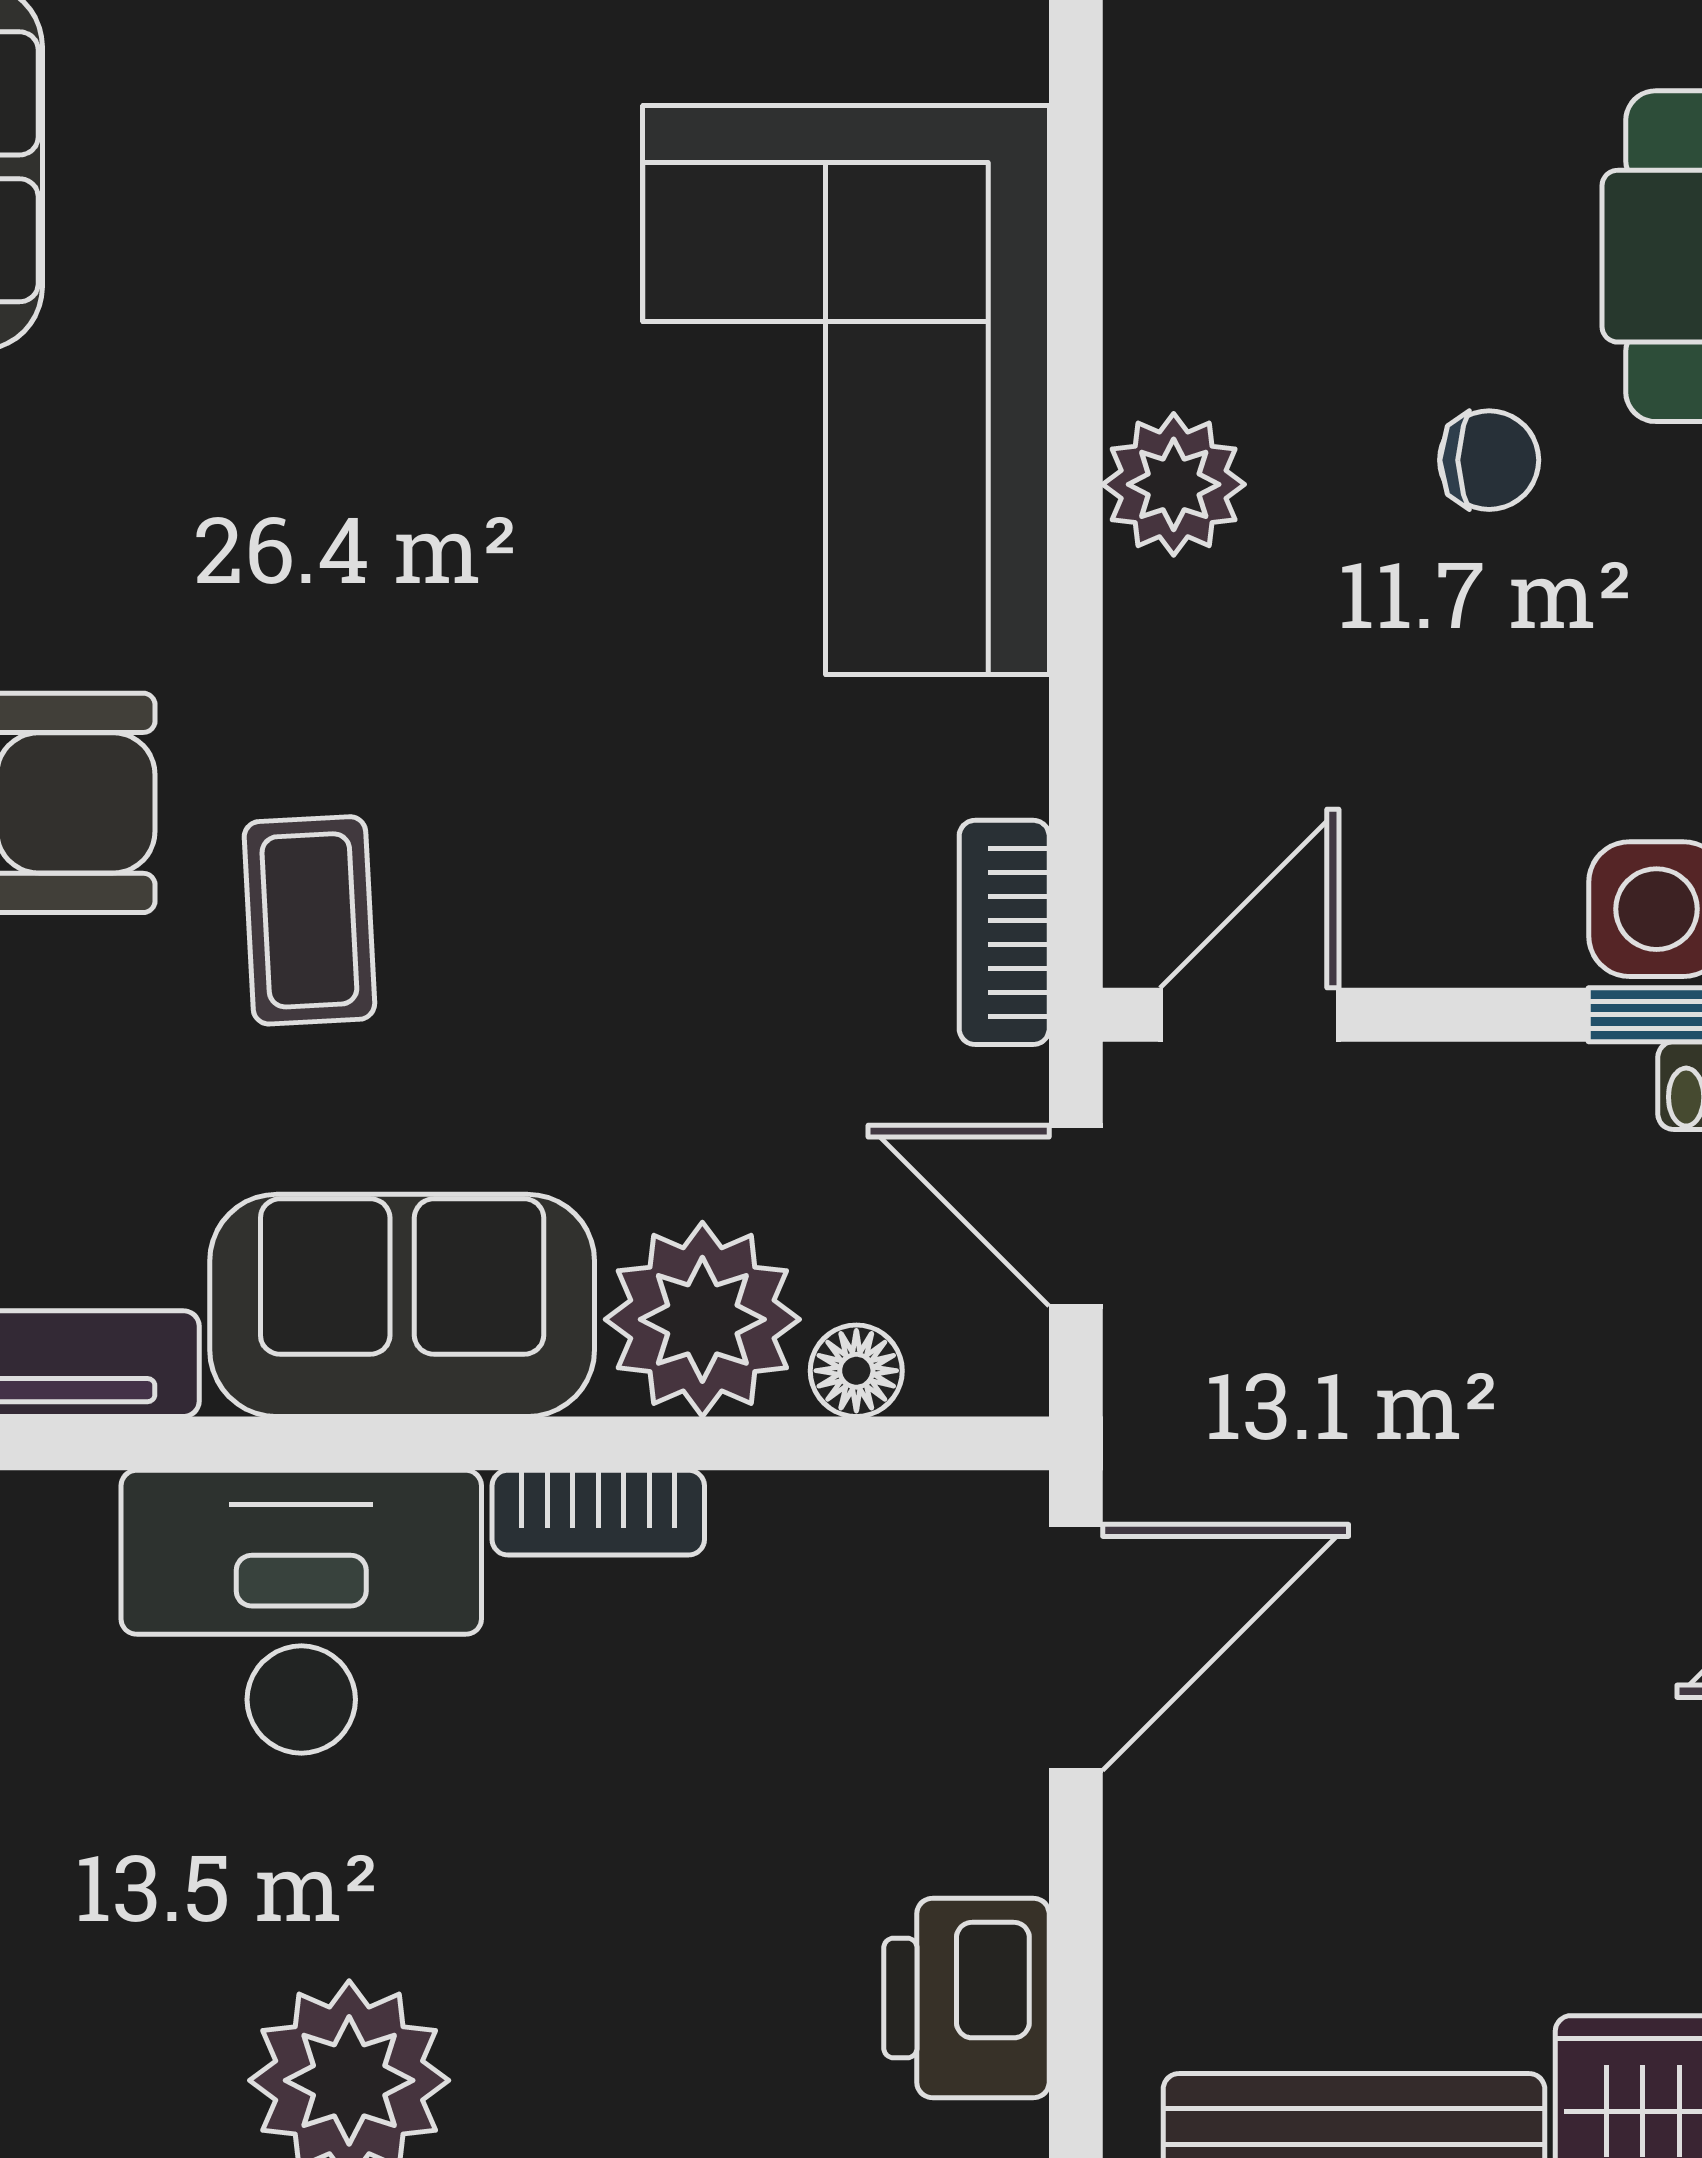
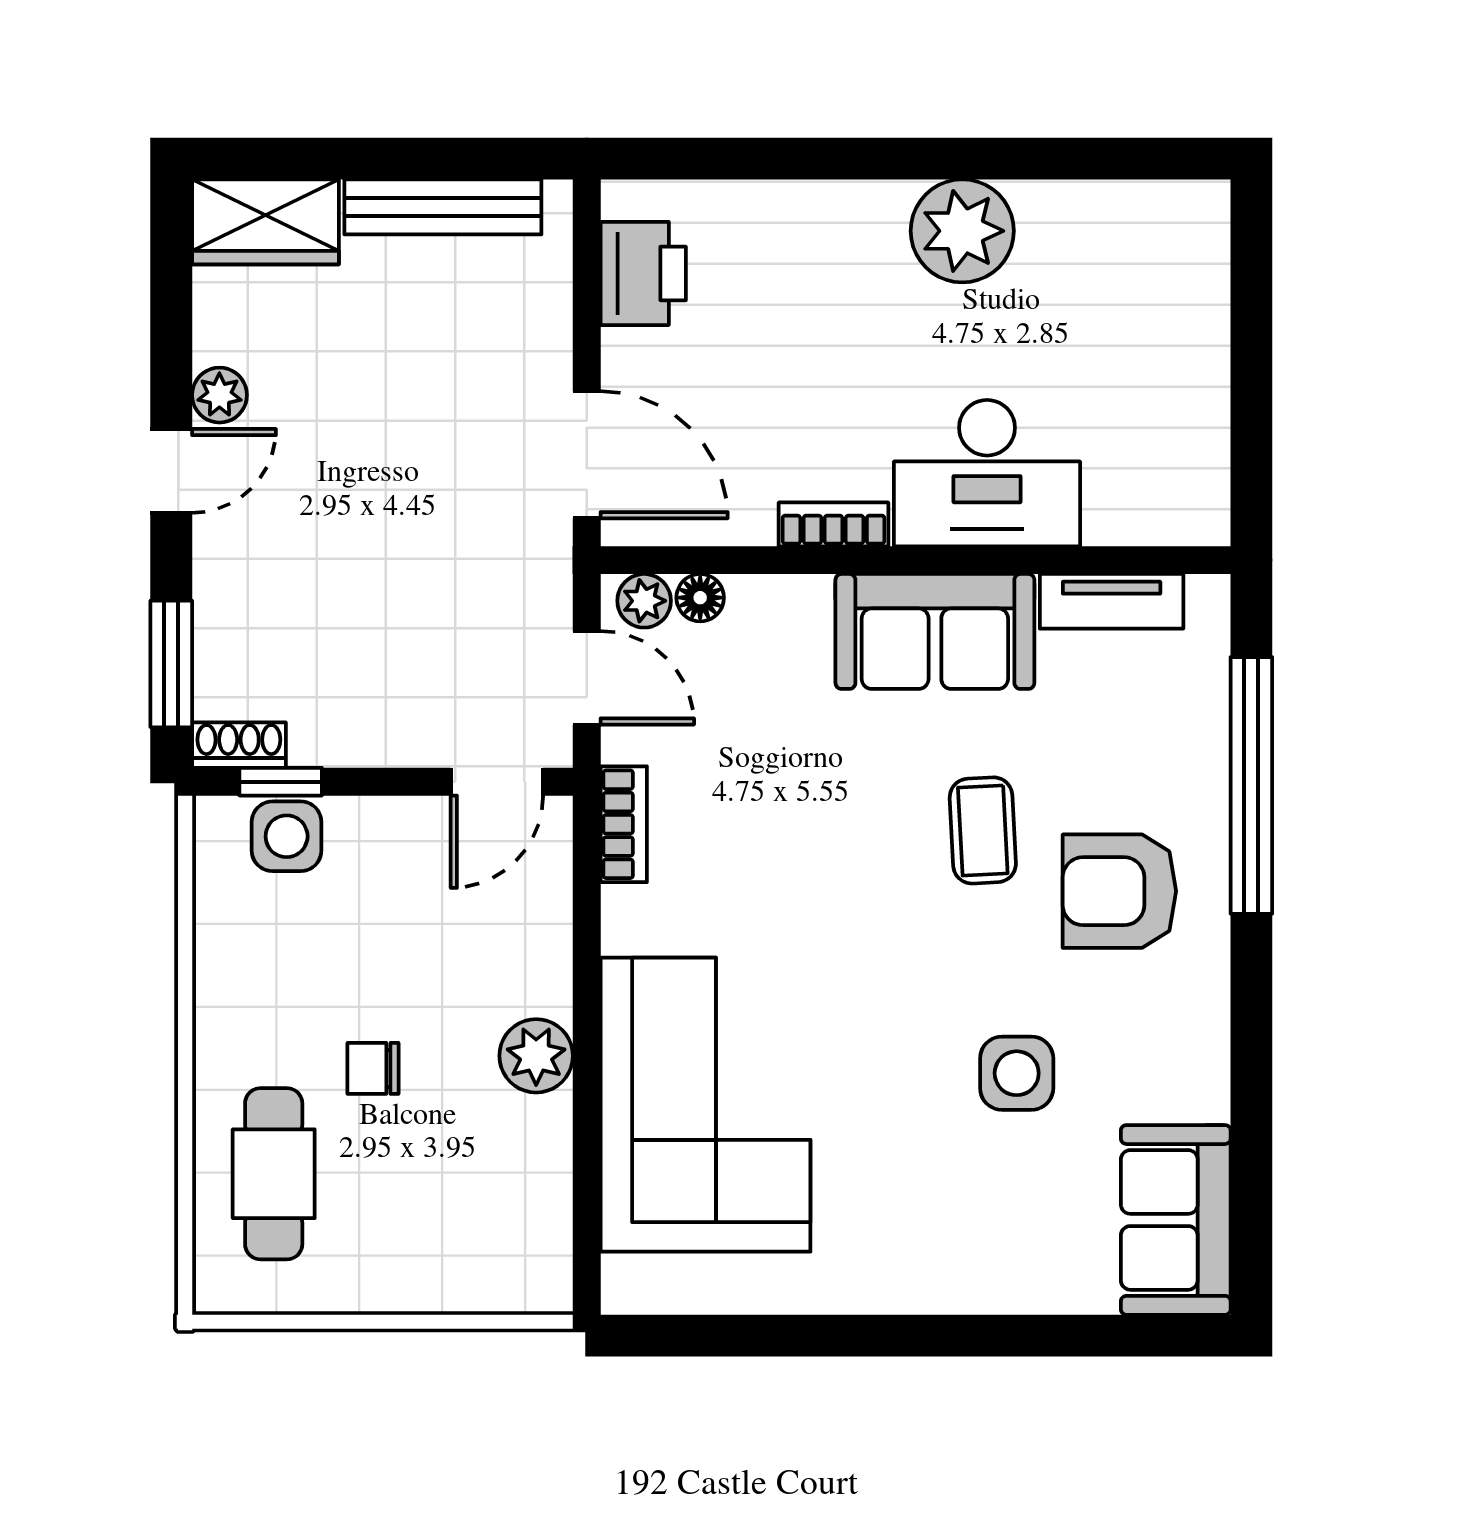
side table: (244, 451) -> (1017, 1073), added
plant: (702, 1319) -> (644, 601), moved, width x0.53, depth x0.53
door: (1076, 1647) -> (587, 455), swing flipped

